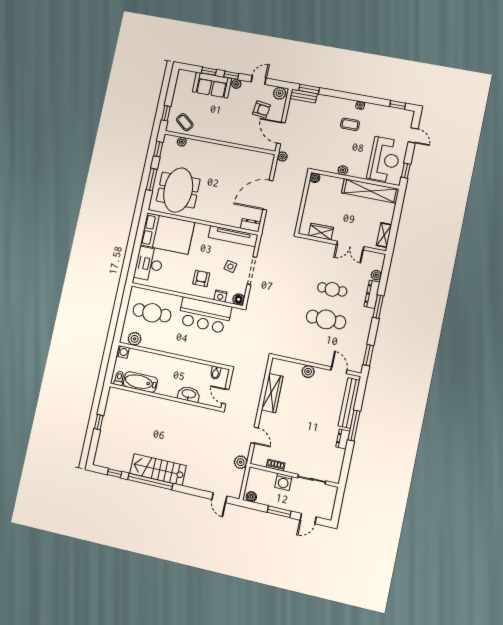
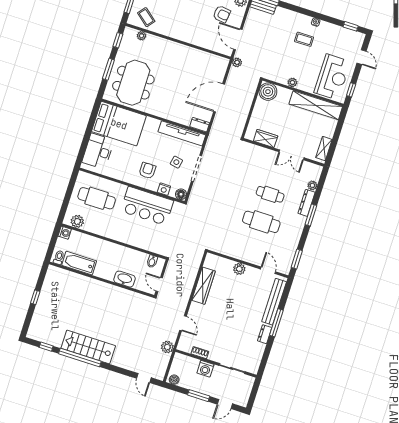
boiler: (315, 178) -> (268, 92), width x1.86, depth x1.86

